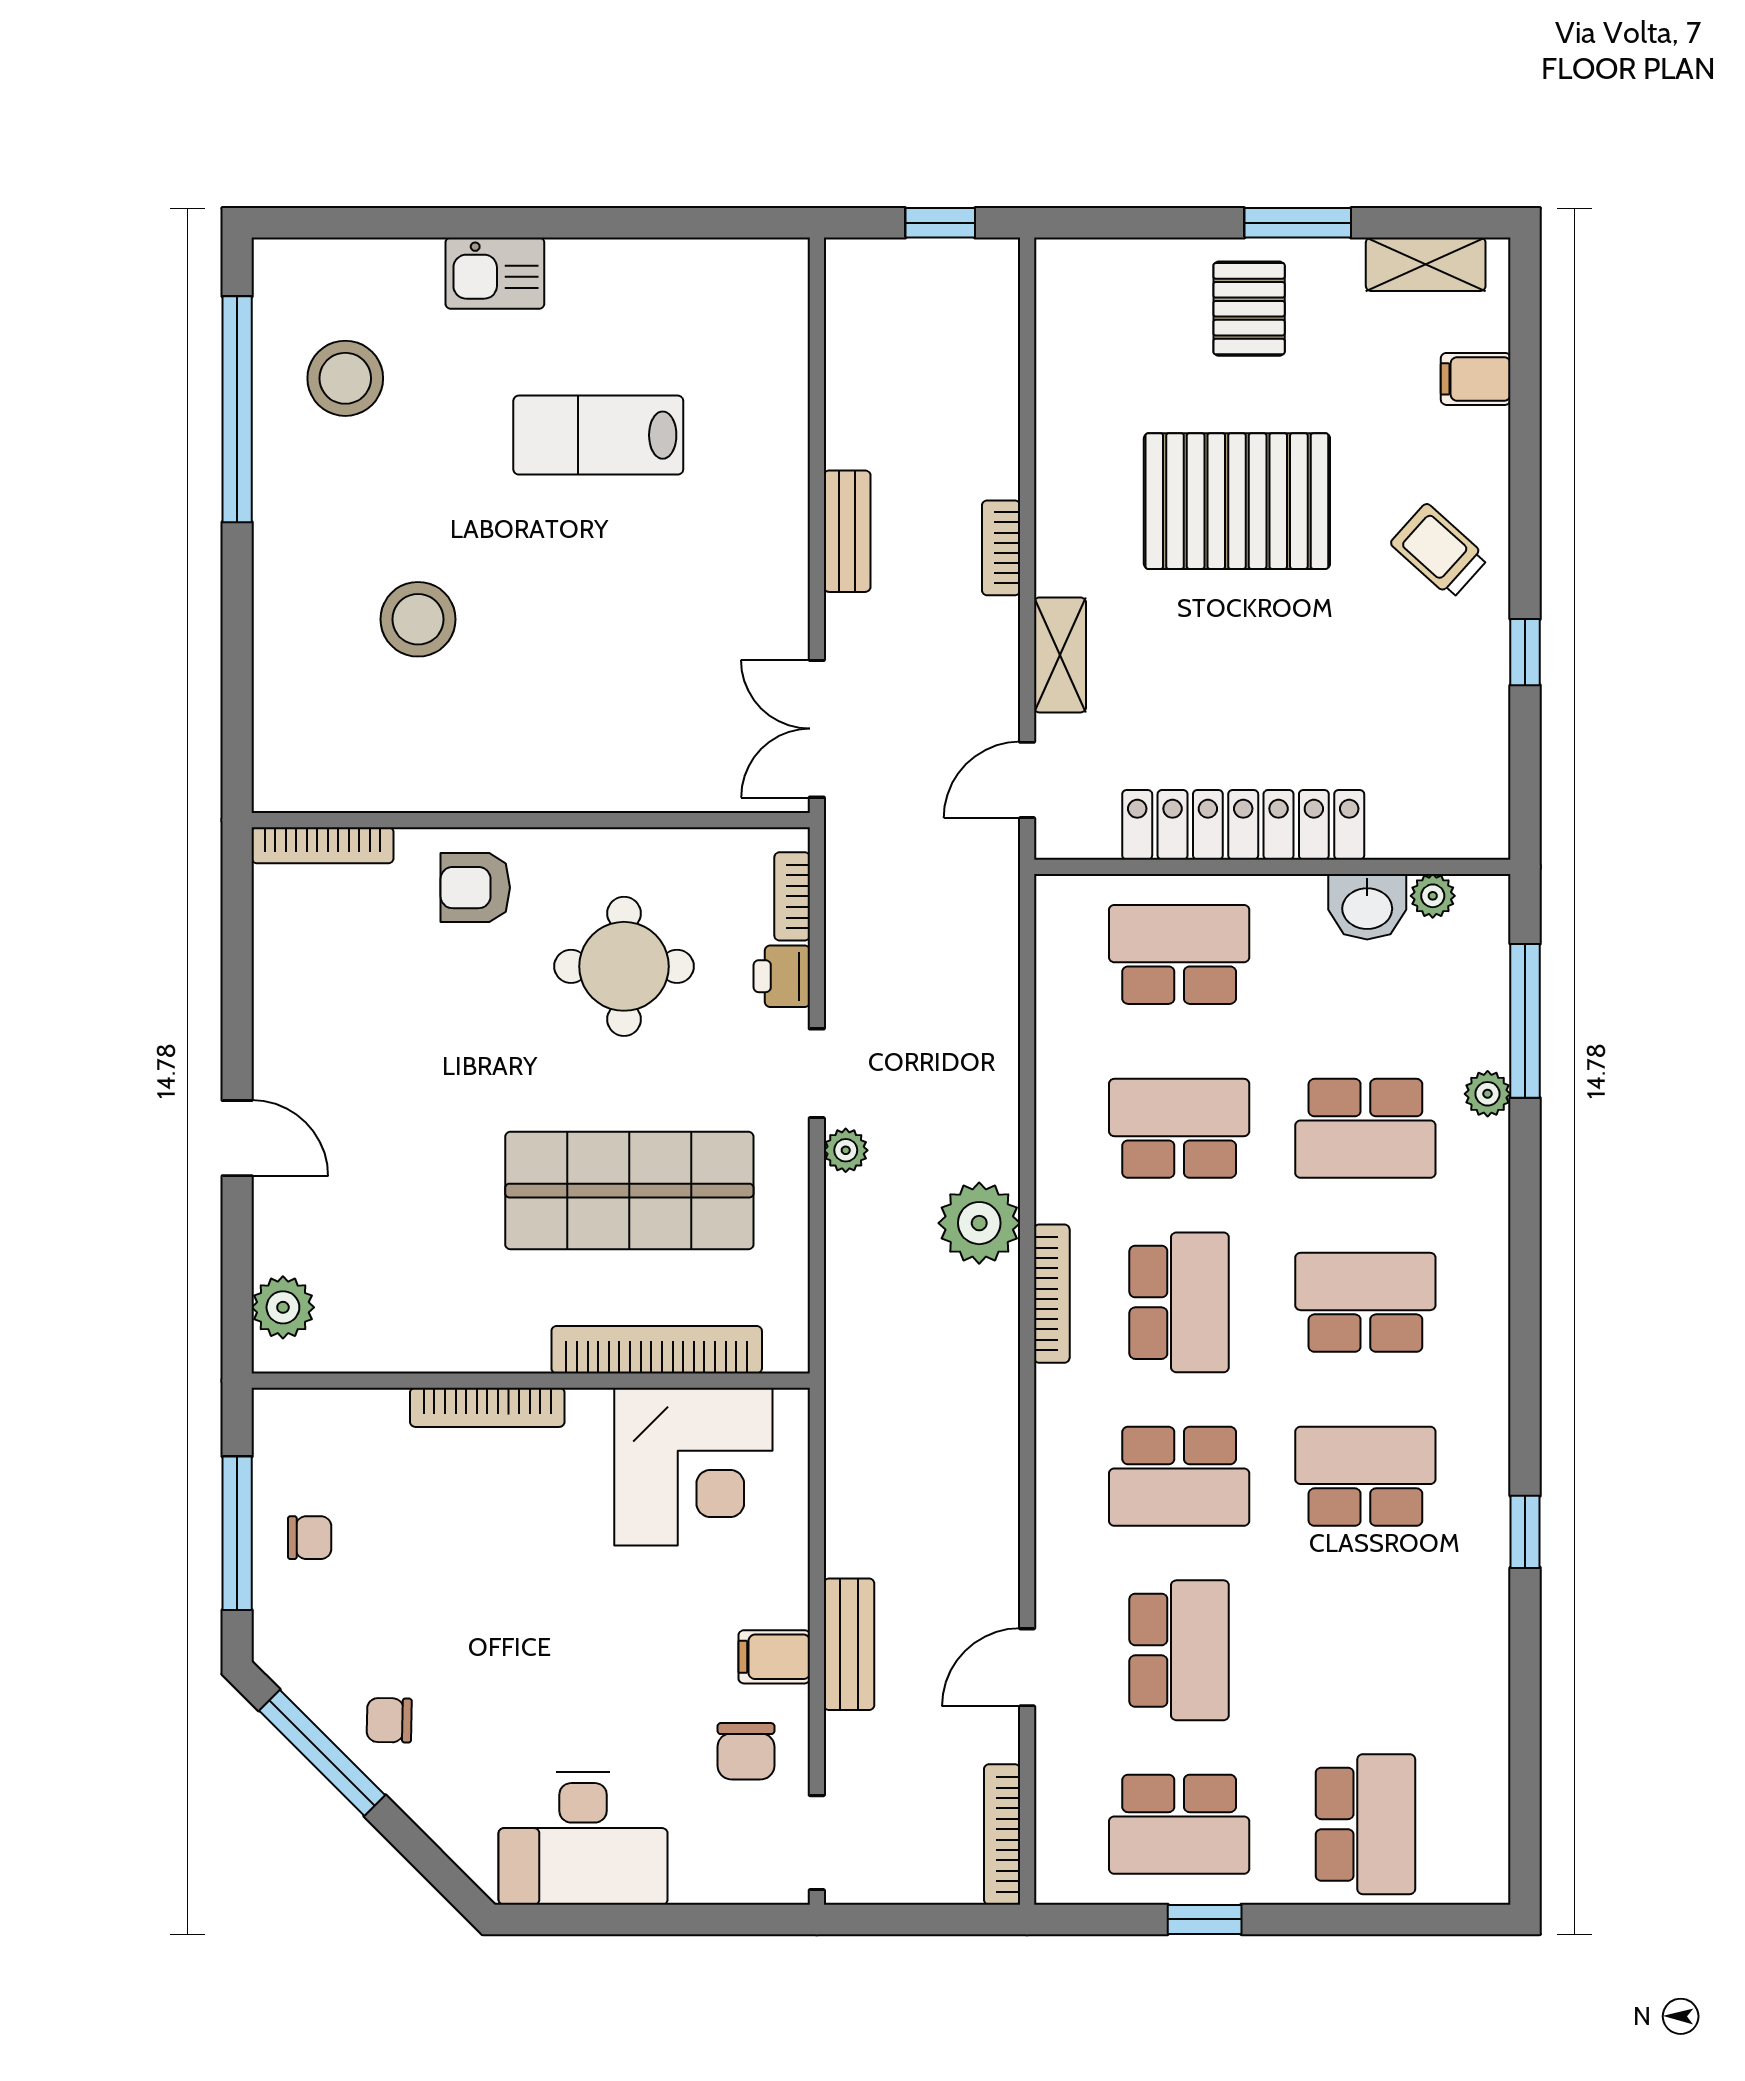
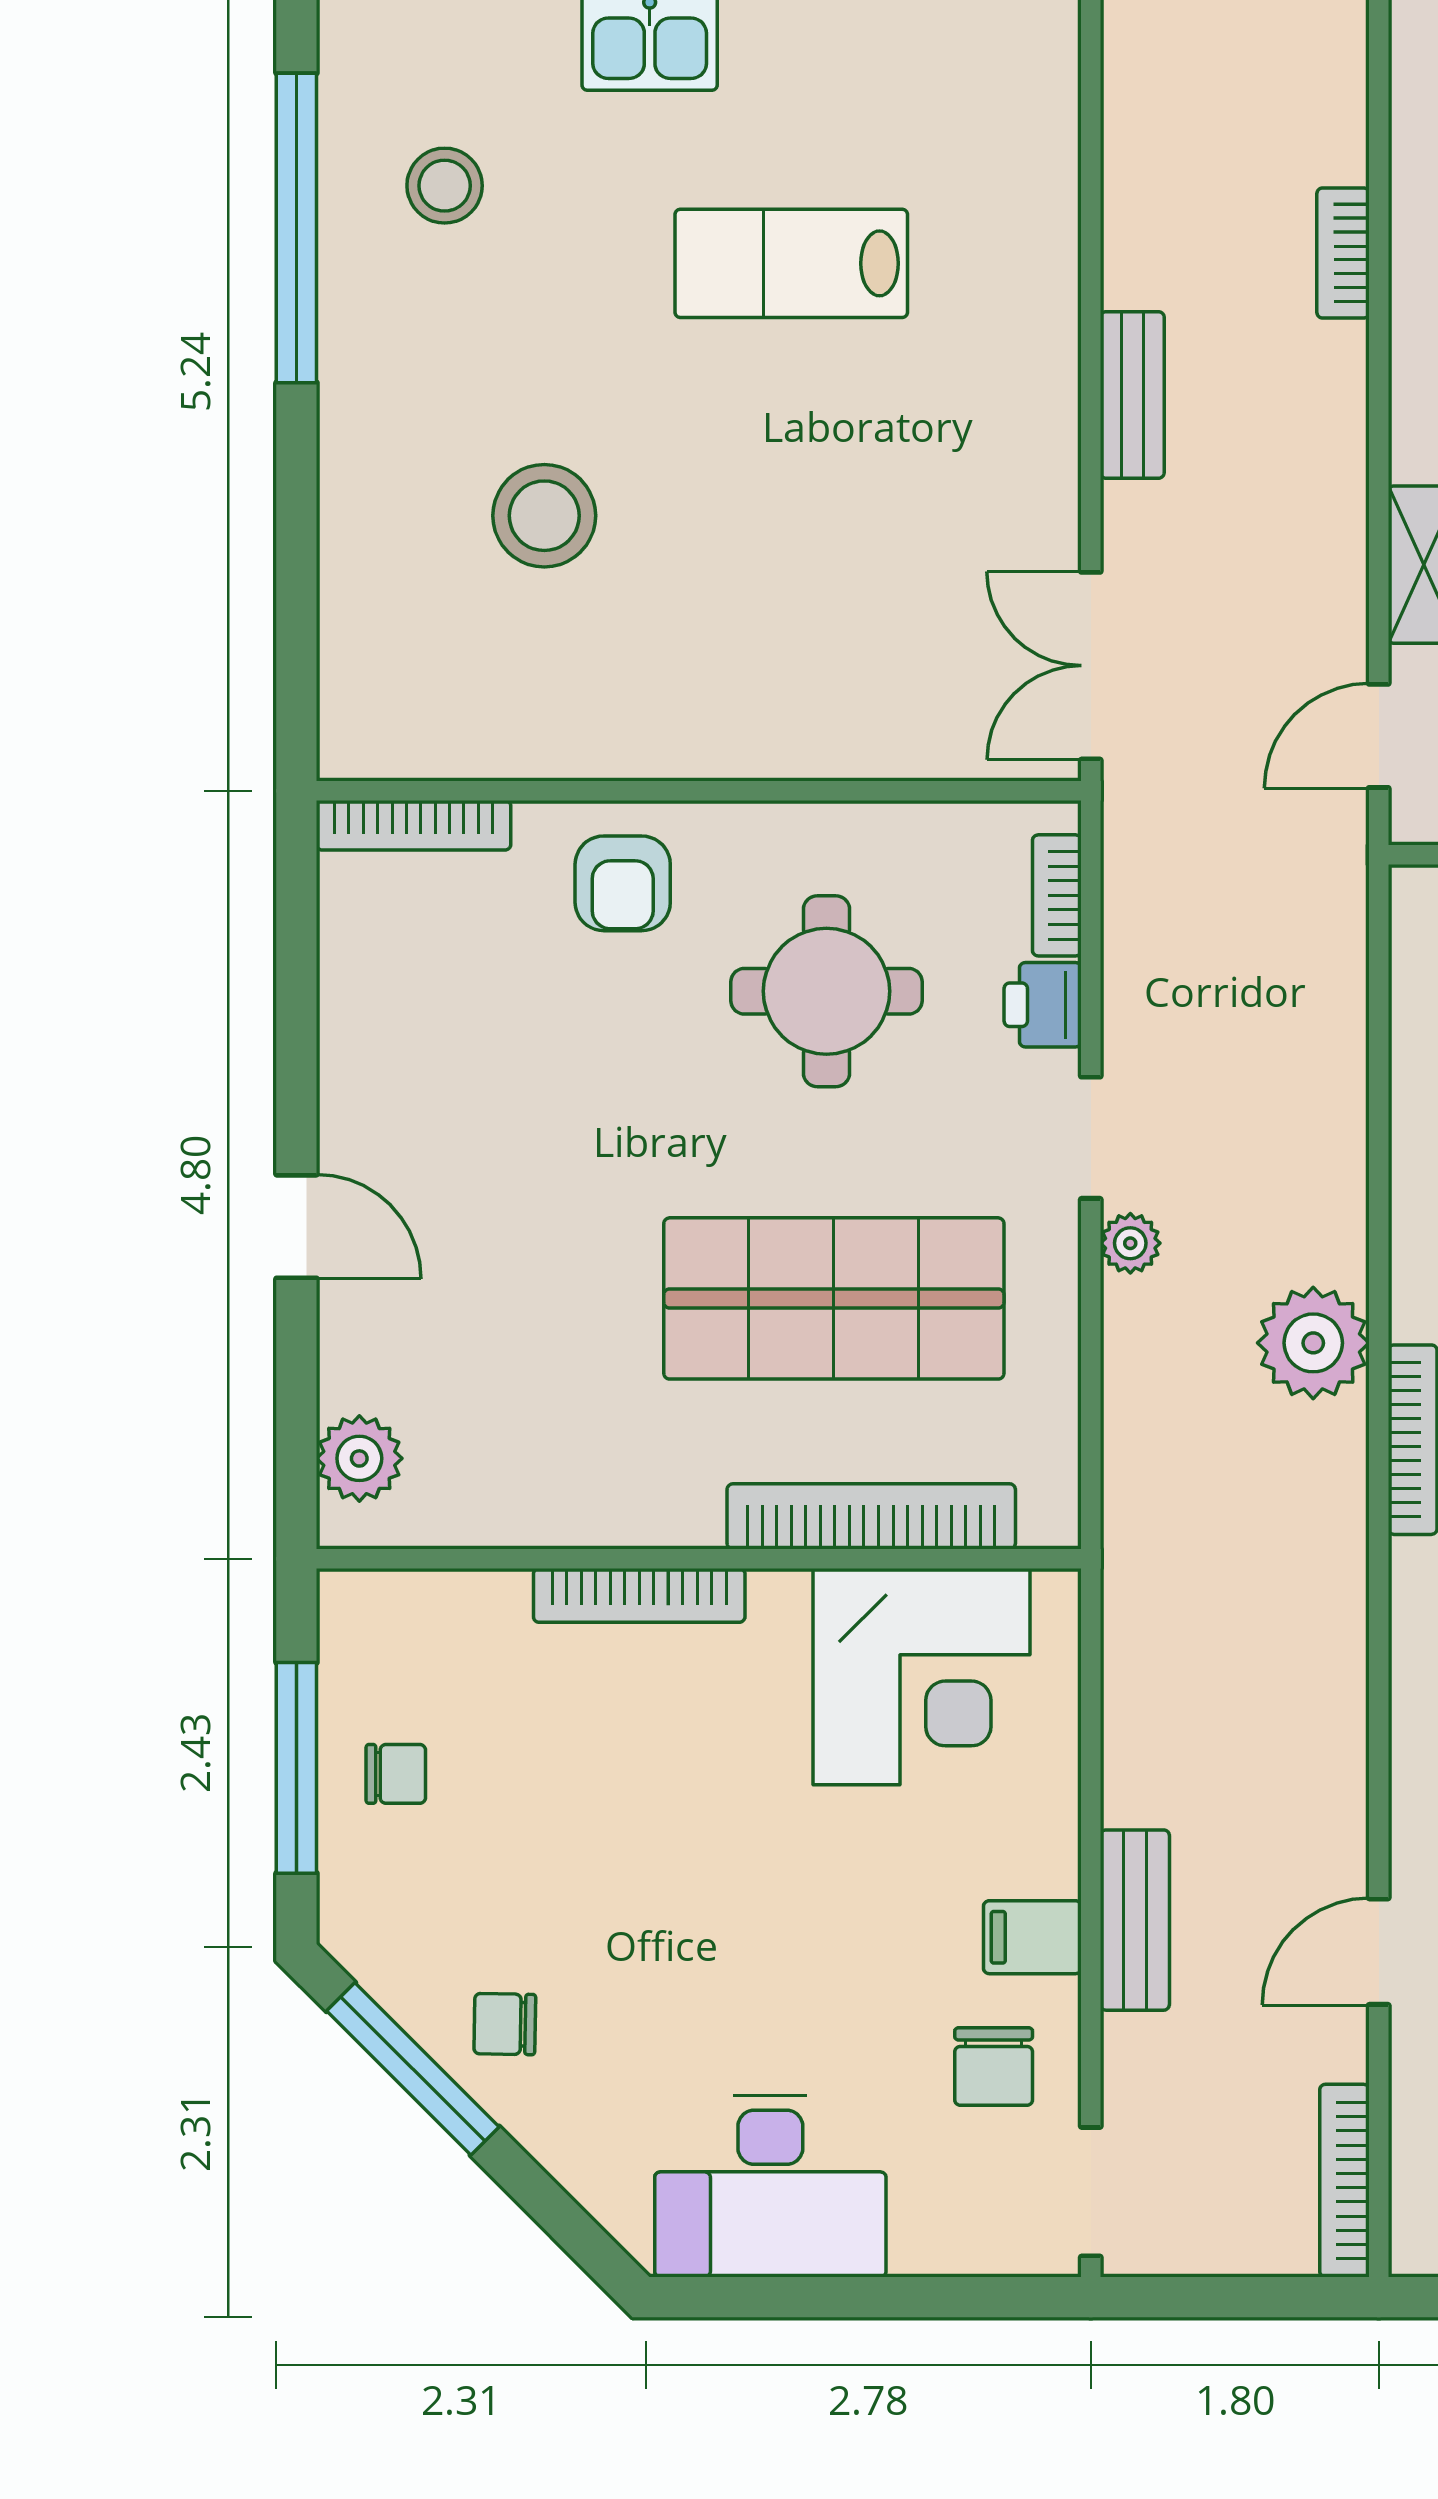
stool: (345, 378) -> (445, 186), width x0.73, depth x0.73
bookcase: (1001, 548) -> (1343, 253), moved
armchair: (475, 888) -> (623, 883), turned -90

